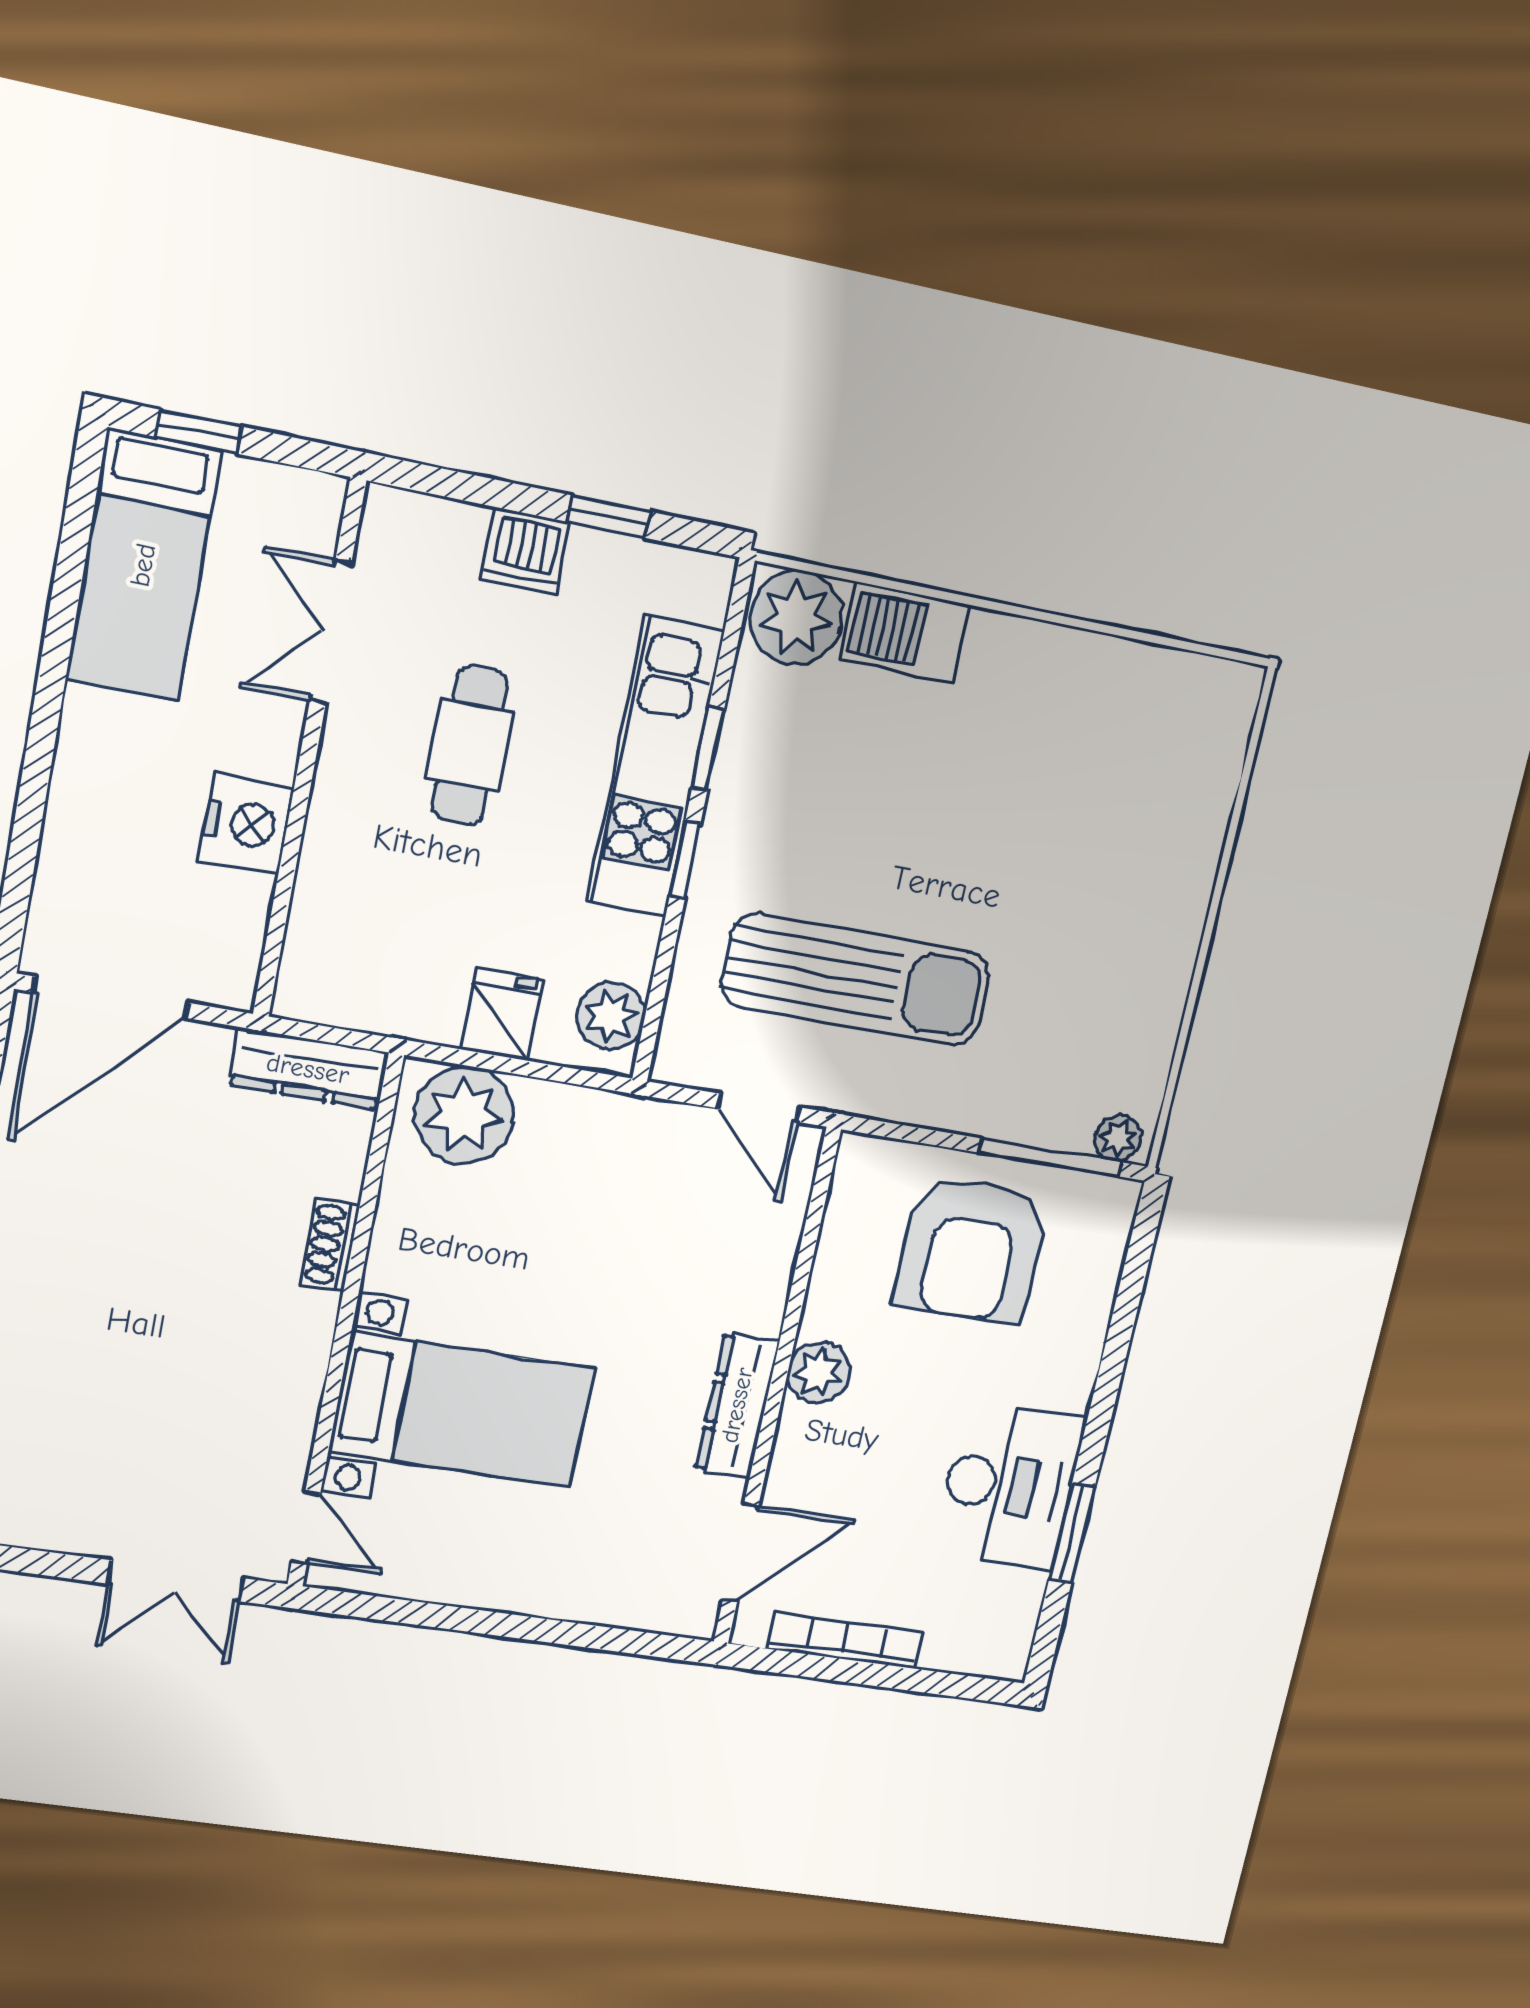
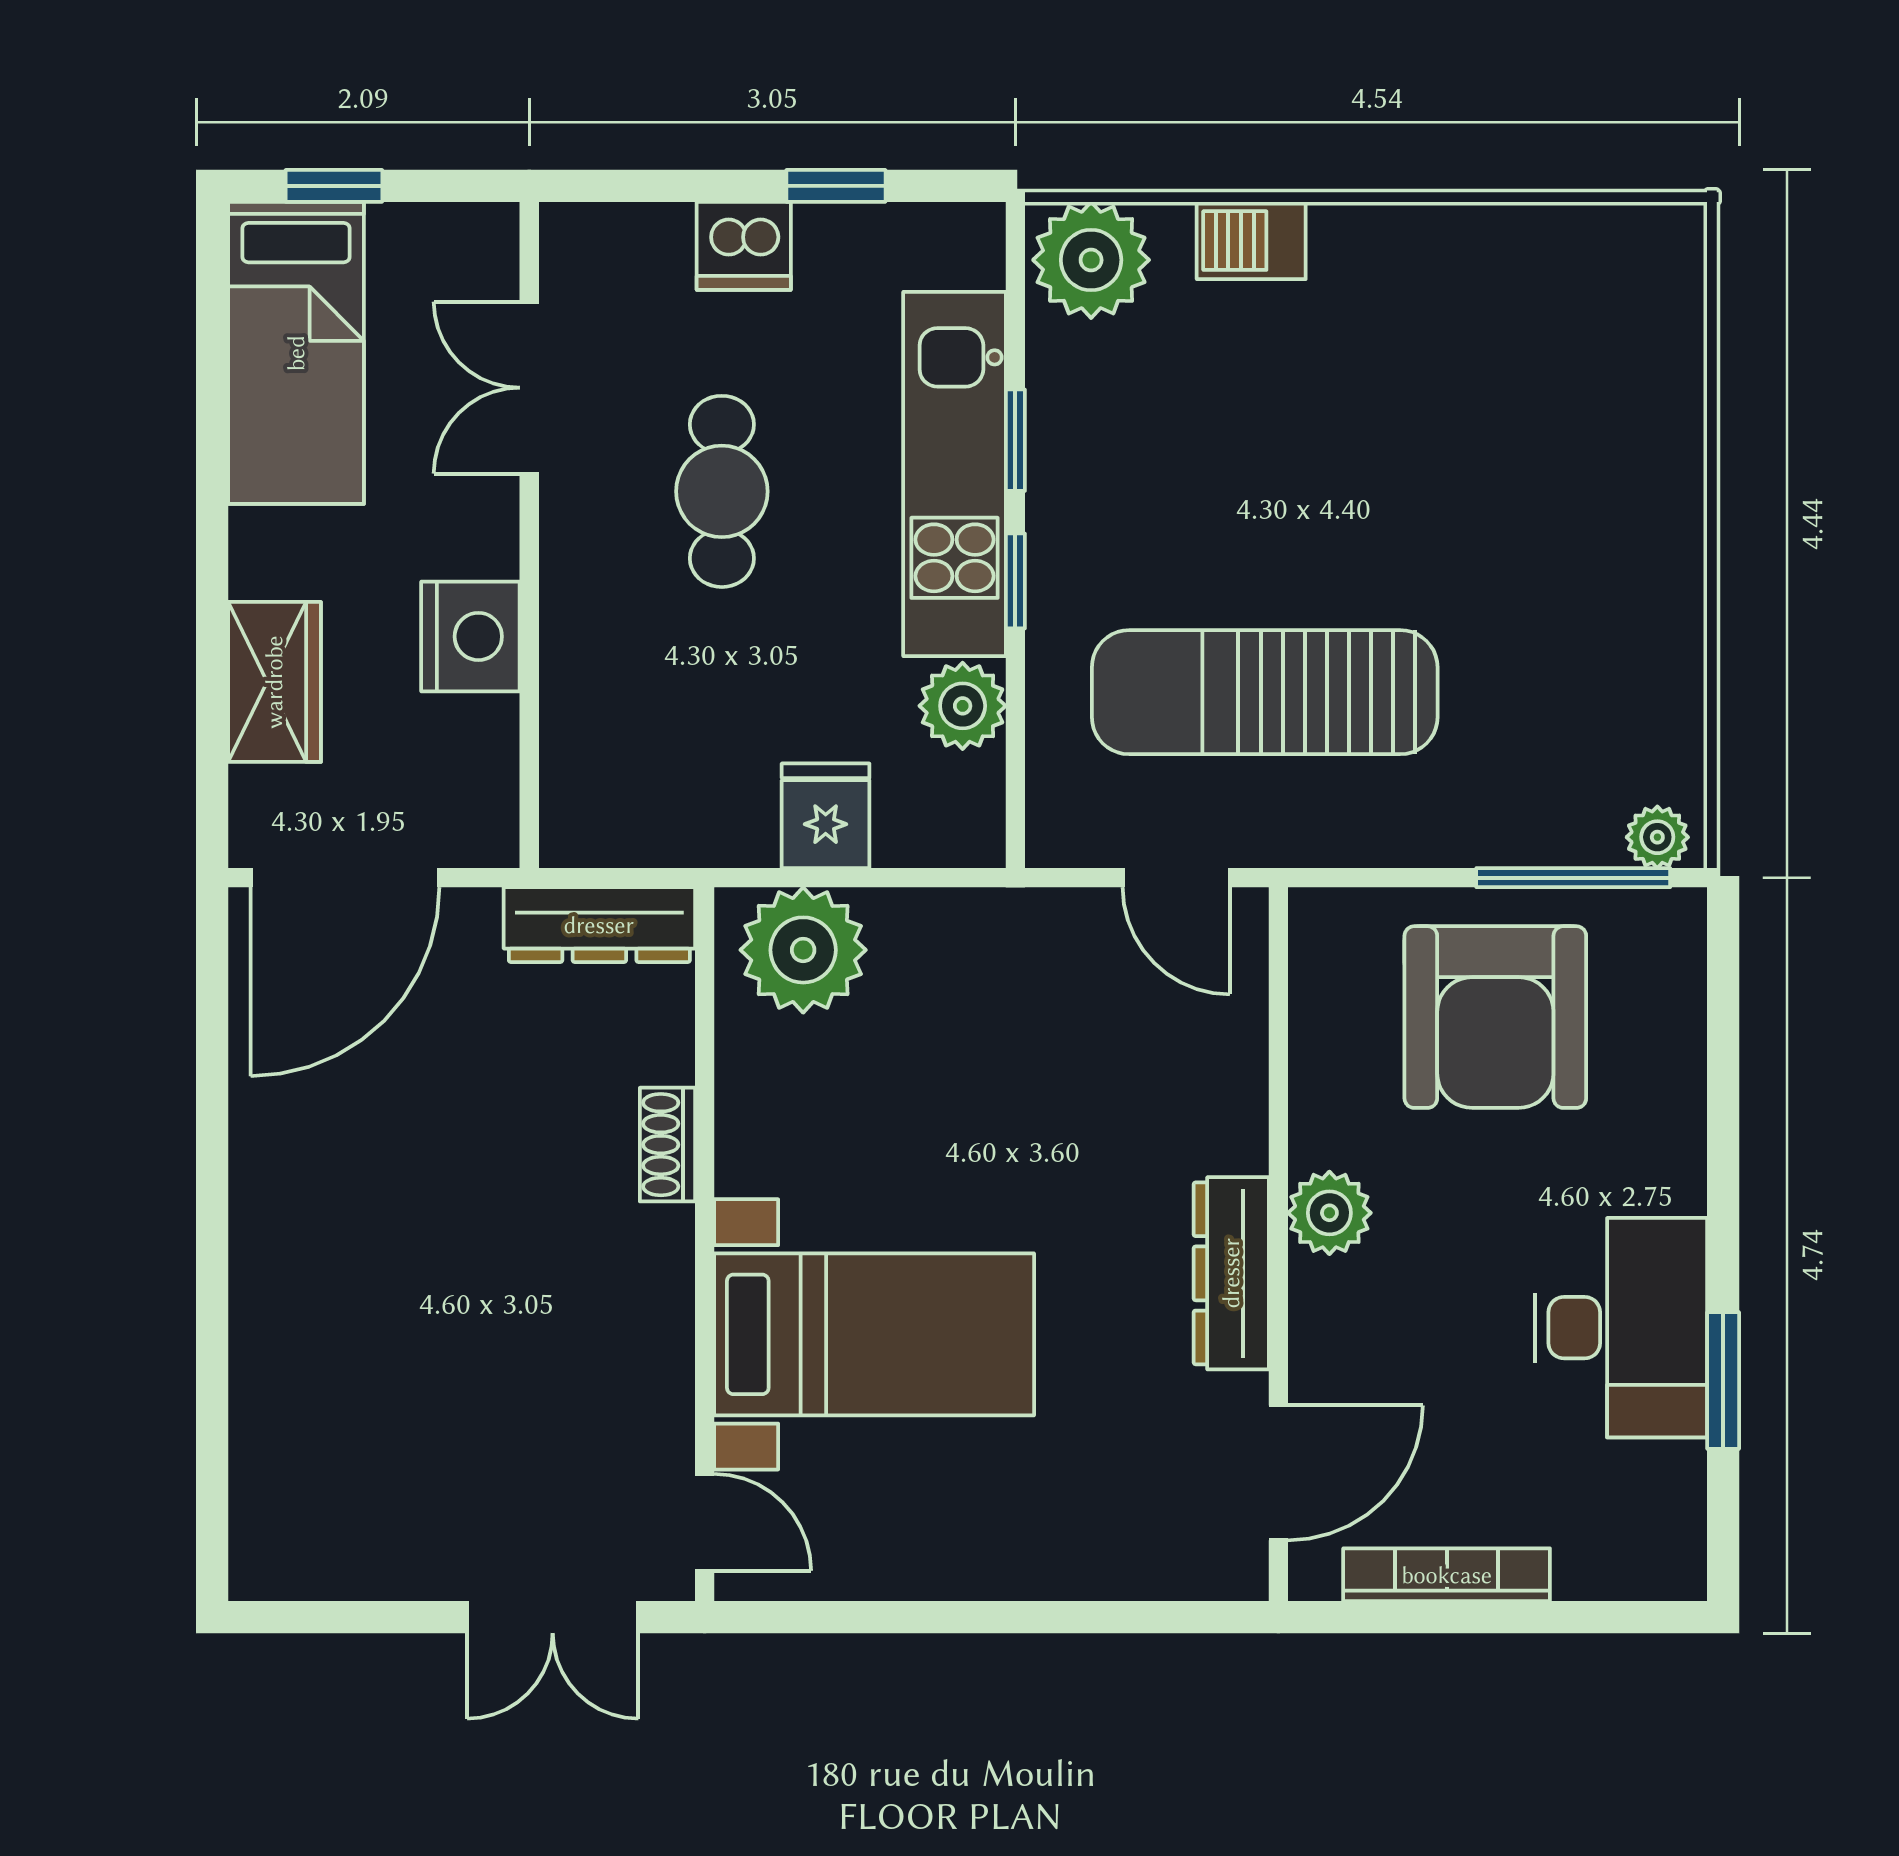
barbecue: (905, 632) -> (1251, 241), width x0.73, depth x0.79
wardrobe: (80, 831) -> (274, 682), added
sun lounger: (856, 980) -> (1265, 692), turned 180
plant: (611, 1016) -> (963, 706), moved

